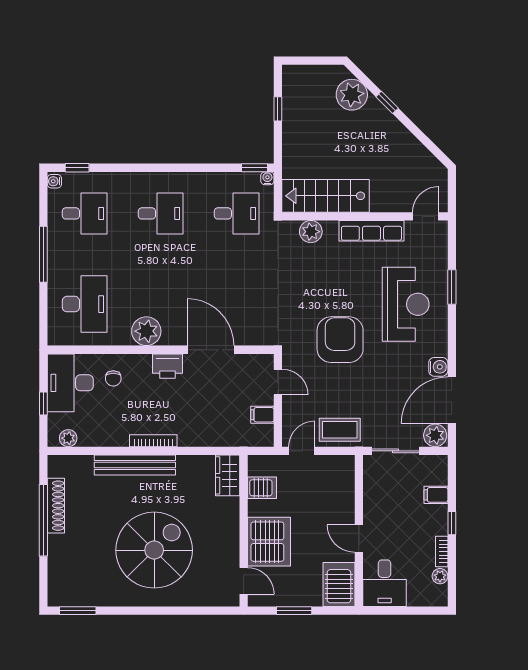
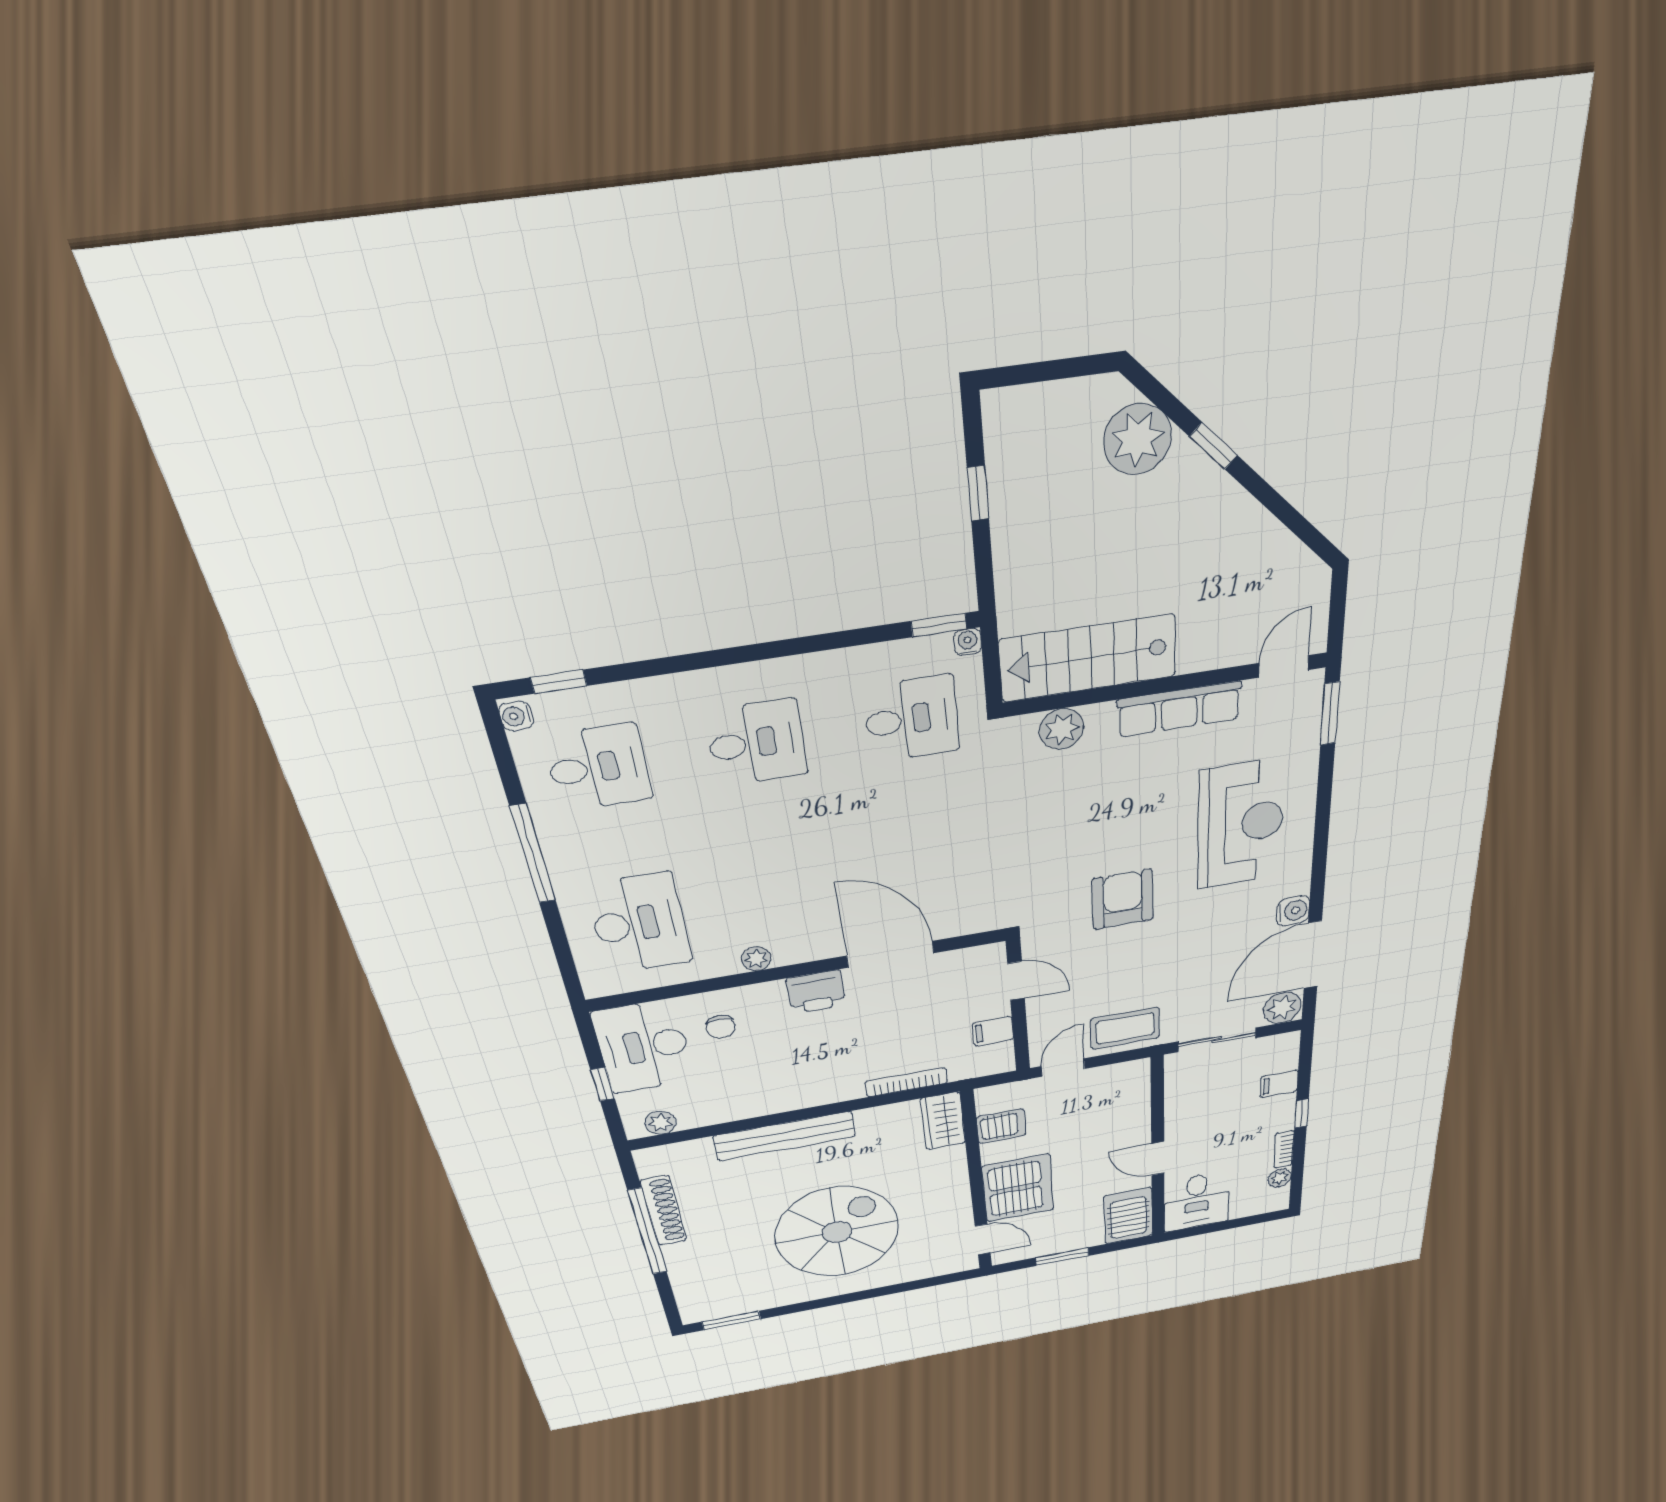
window: (452, 287) -> (1330, 714), moved
plant: (146, 331) -> (756, 959), width x0.53, depth x0.53
armchair: (340, 340) -> (1123, 899), width x0.73, depth x0.73
bookcase: (153, 441) -> (907, 1082), moved

